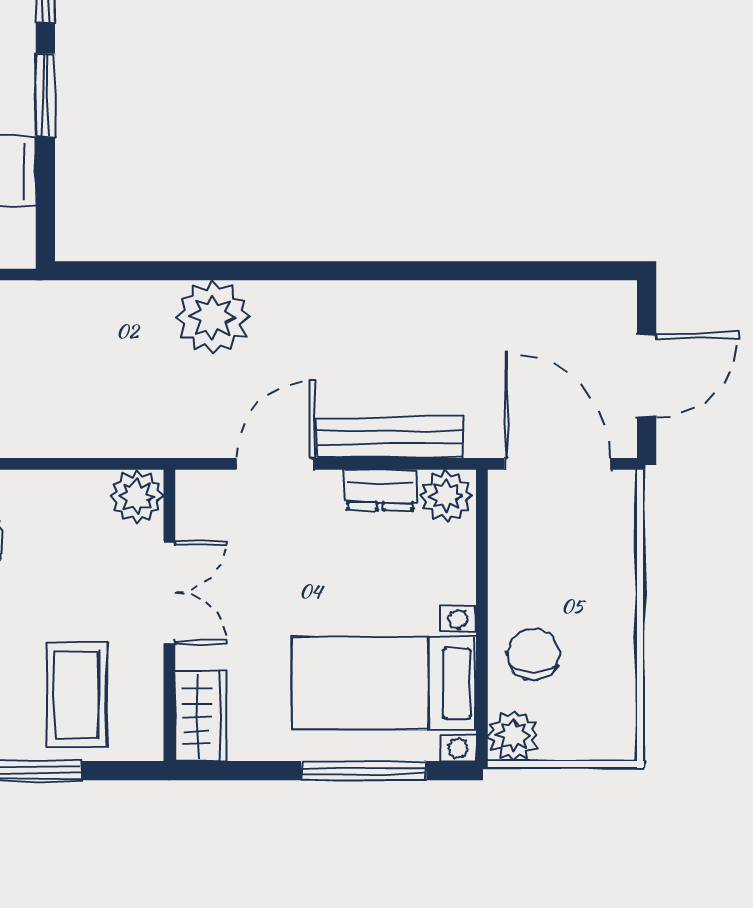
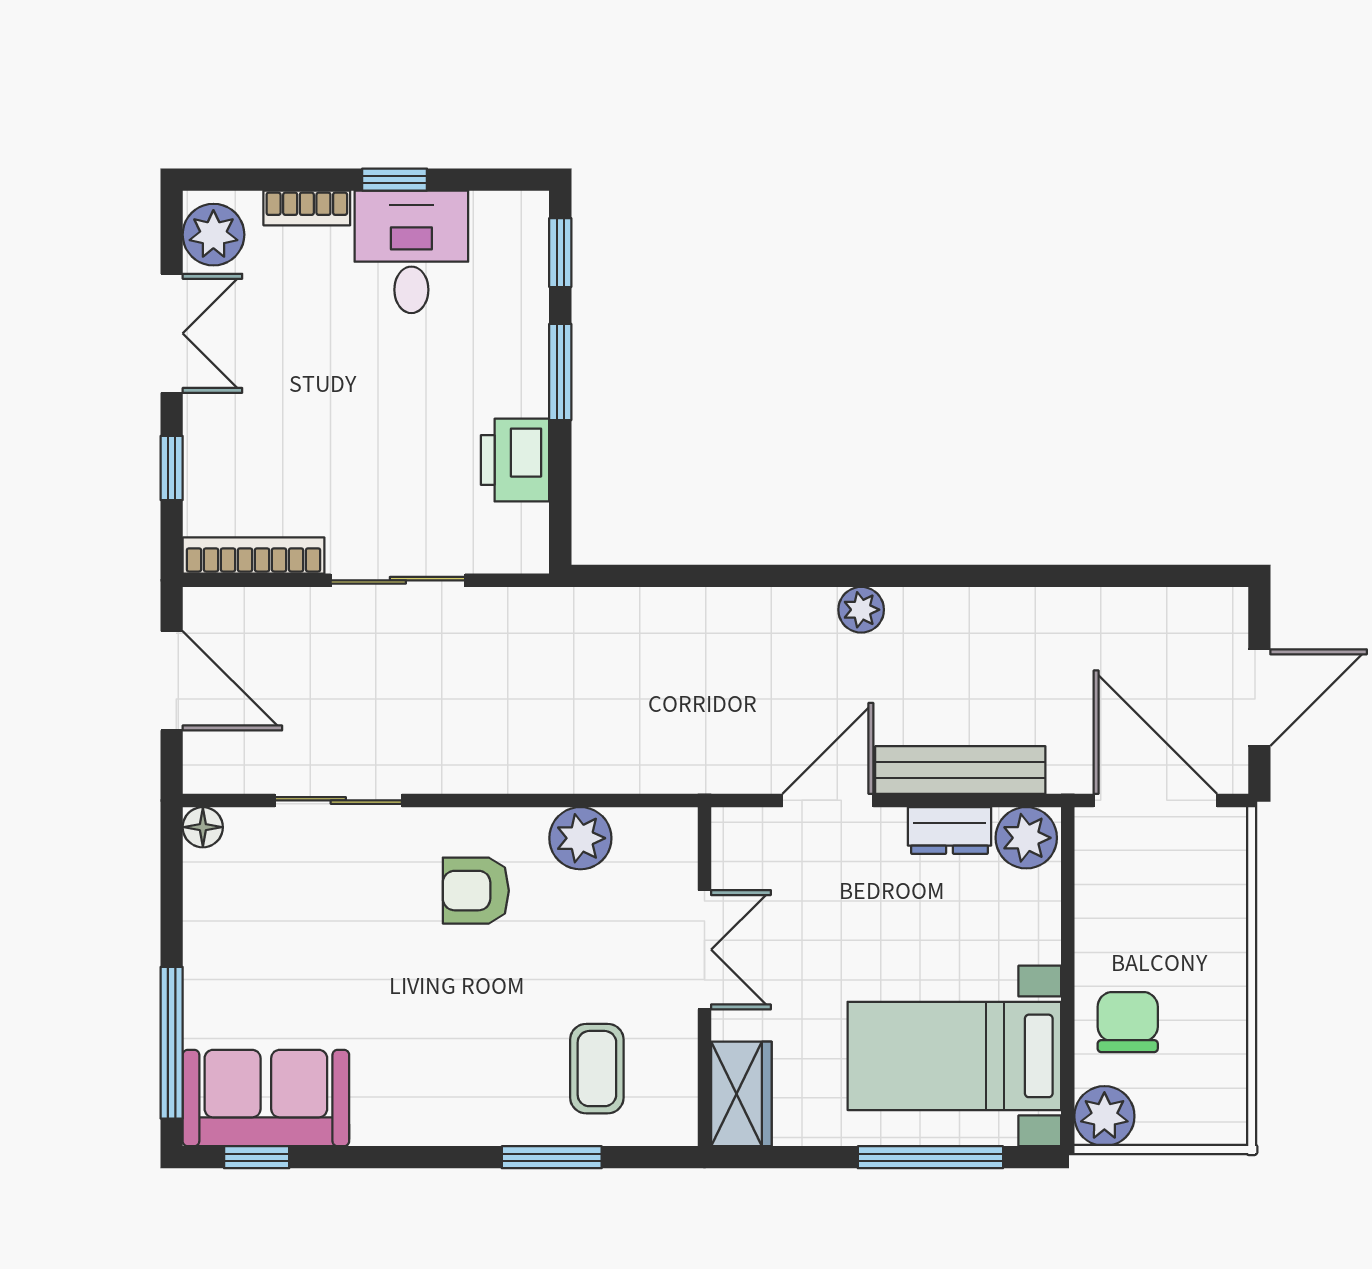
plant: (213, 317) -> (861, 610), moved, width x0.53, depth x0.53
plant: (137, 496) -> (580, 838), moved
coffee table: (77, 695) -> (597, 1069), width x0.73, depth x0.77

